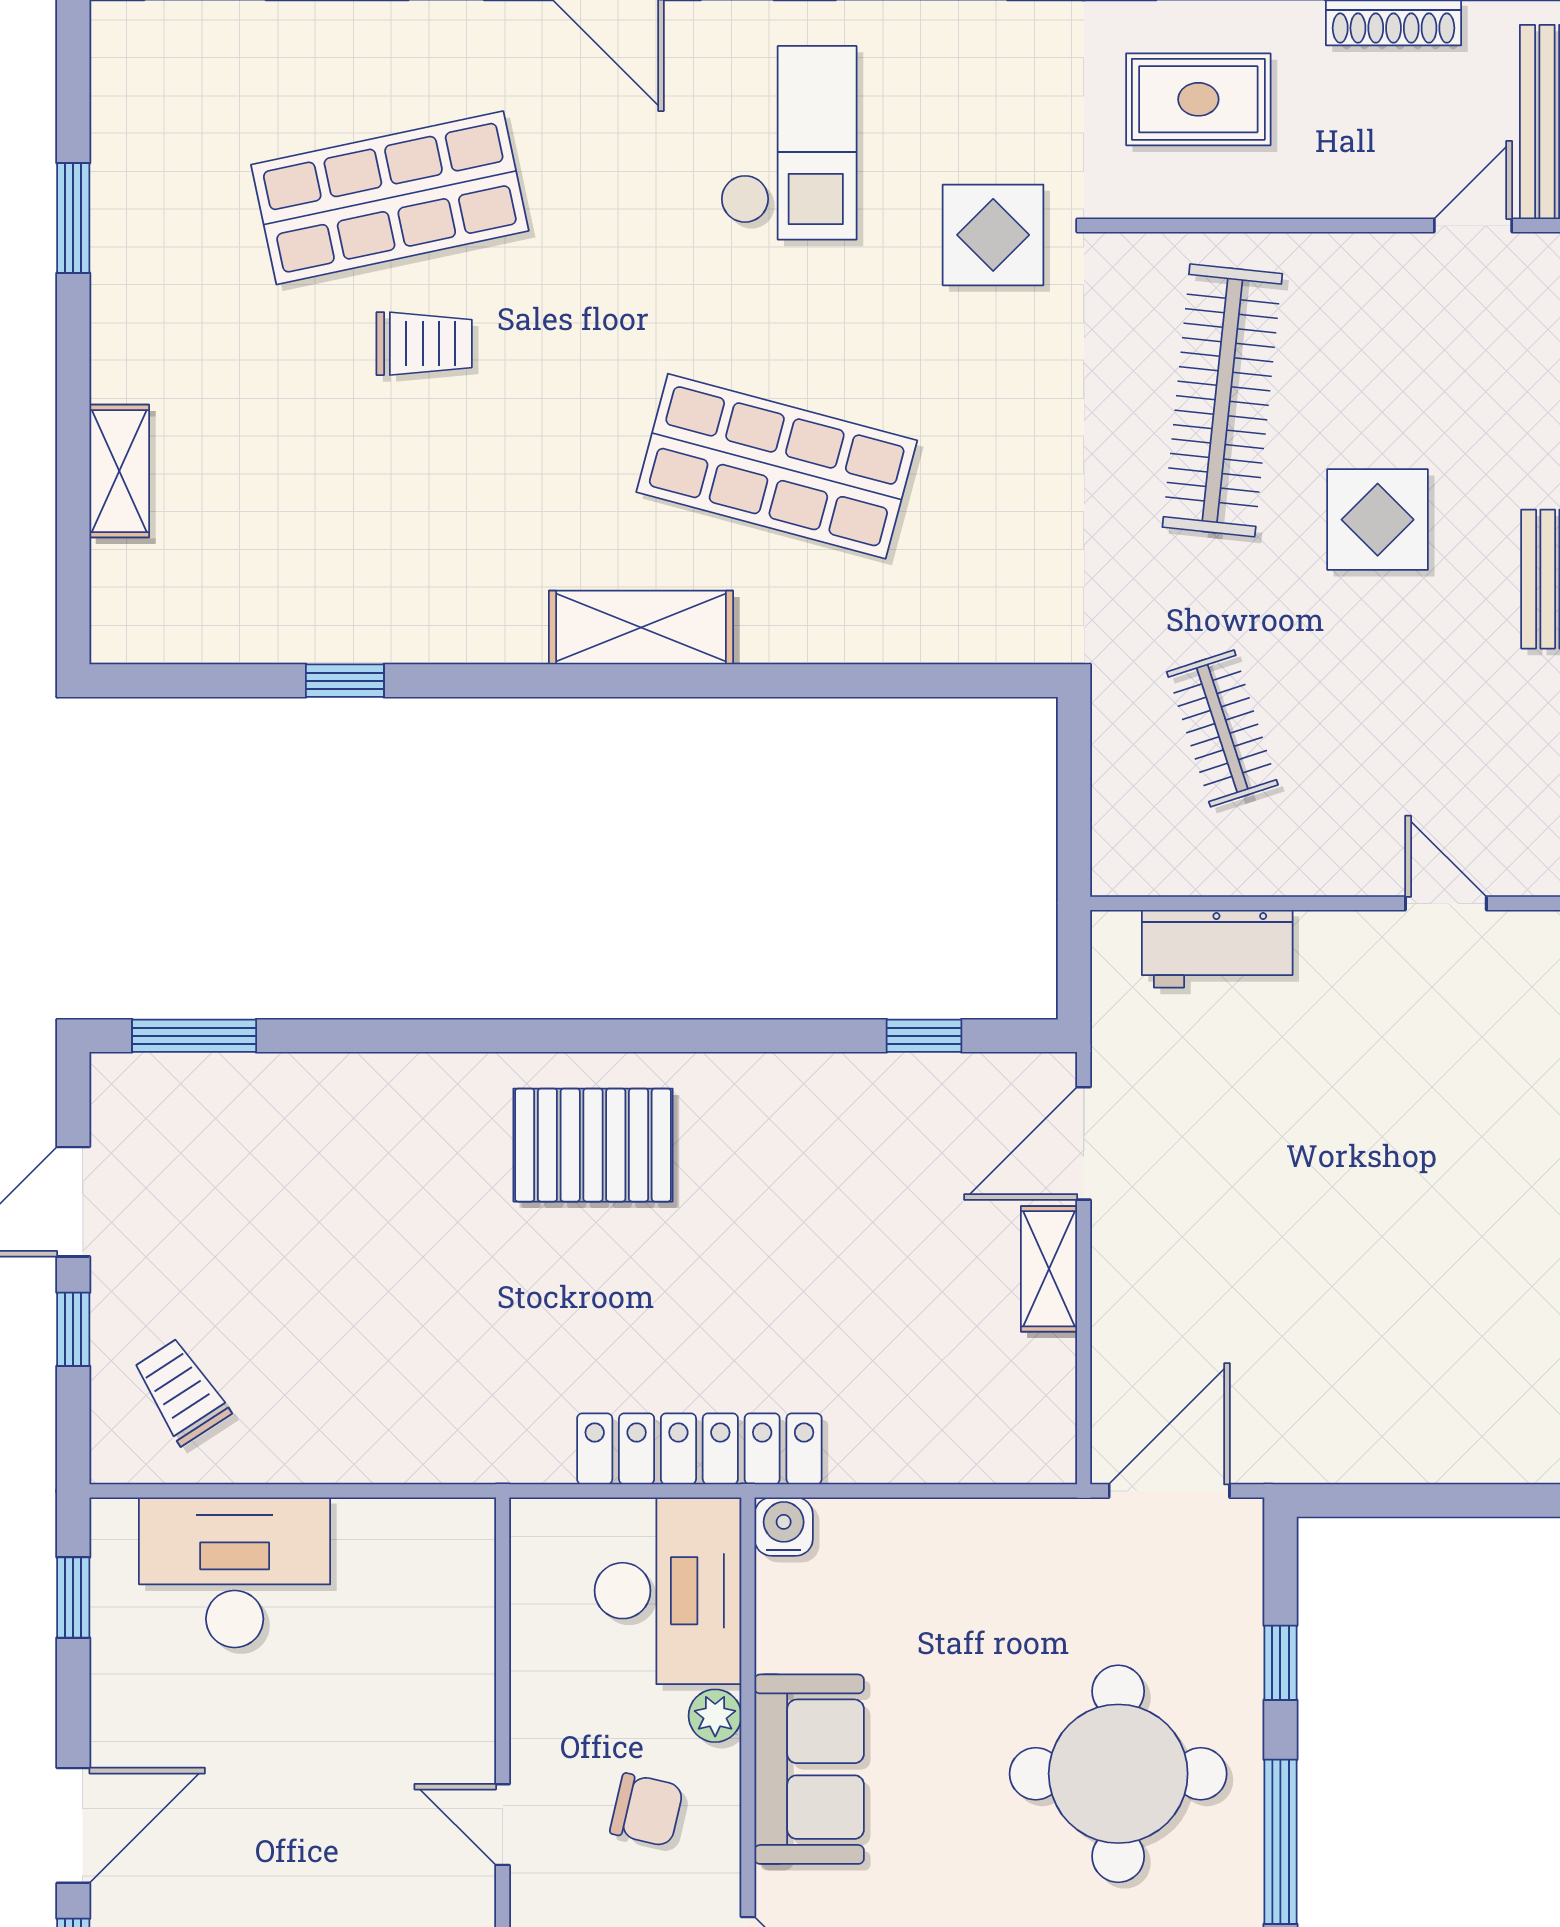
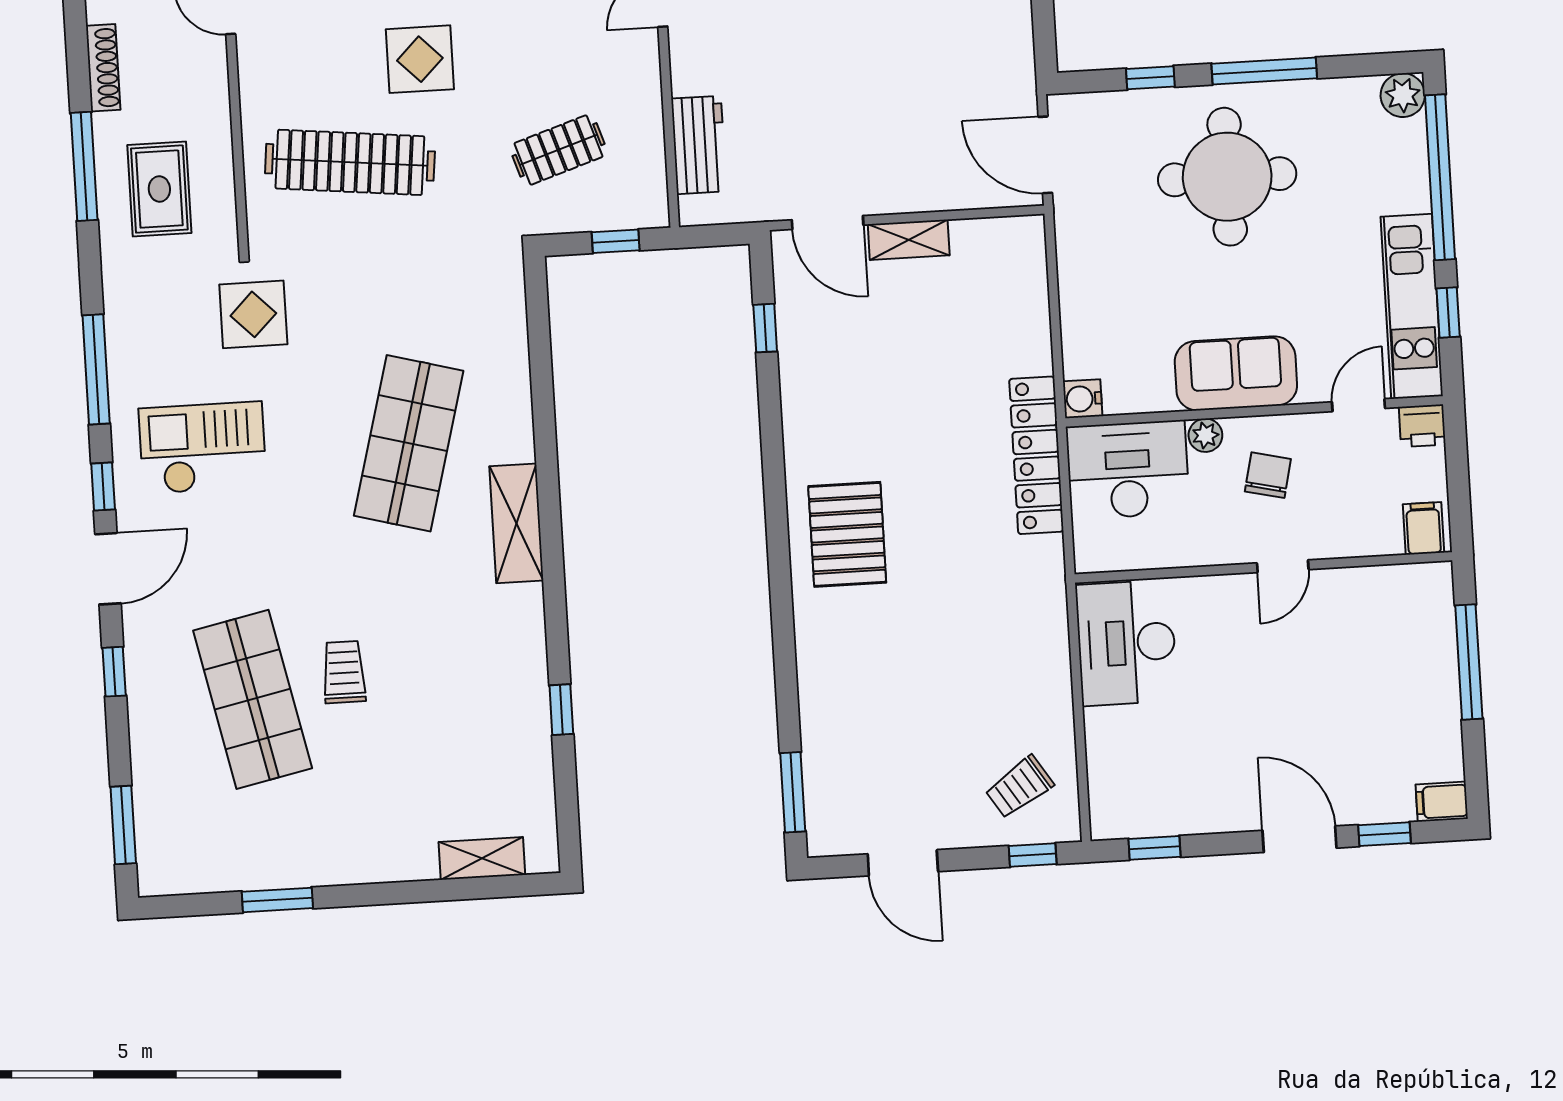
shelving: (119, 471) -> (482, 858), moved
window: (1074, 809) -> (616, 241), added
window: (73, 1329) -> (1033, 855), moved
desk: (235, 1572) -> (1126, 643), moved

